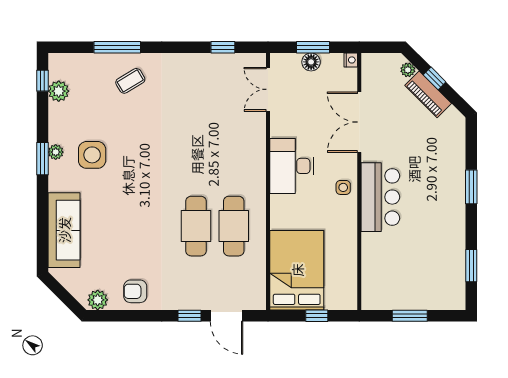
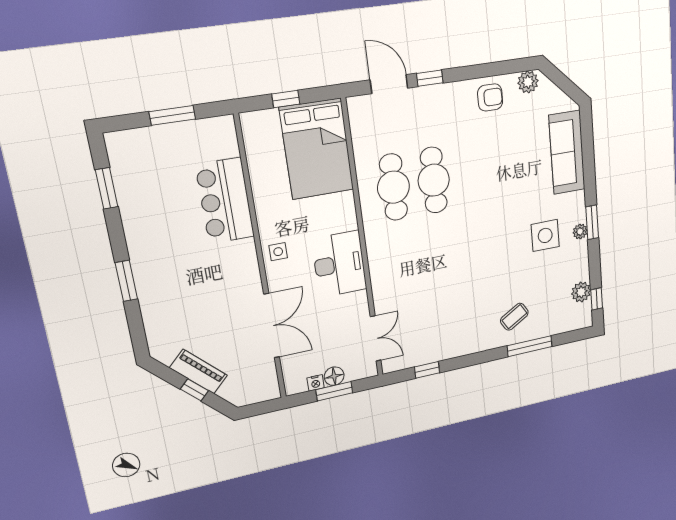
nightstand: (351, 60) -> (316, 383), moved, turned -90
plant: (408, 70) -> (227, 392), removed
bar counter: (380, 197) -> (225, 201), moved

